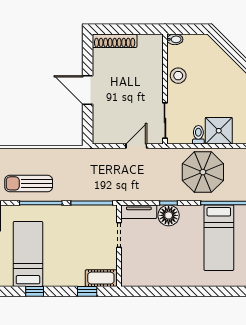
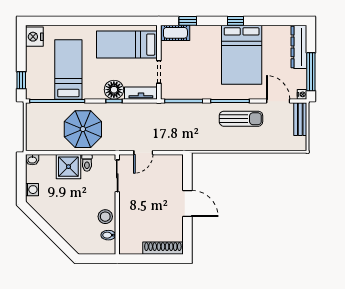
bidet: (175, 39) -> (108, 235), moved
bed: (28, 254) -> (242, 55), width x1.50
bed: (154, 265) -> (127, 45), added

